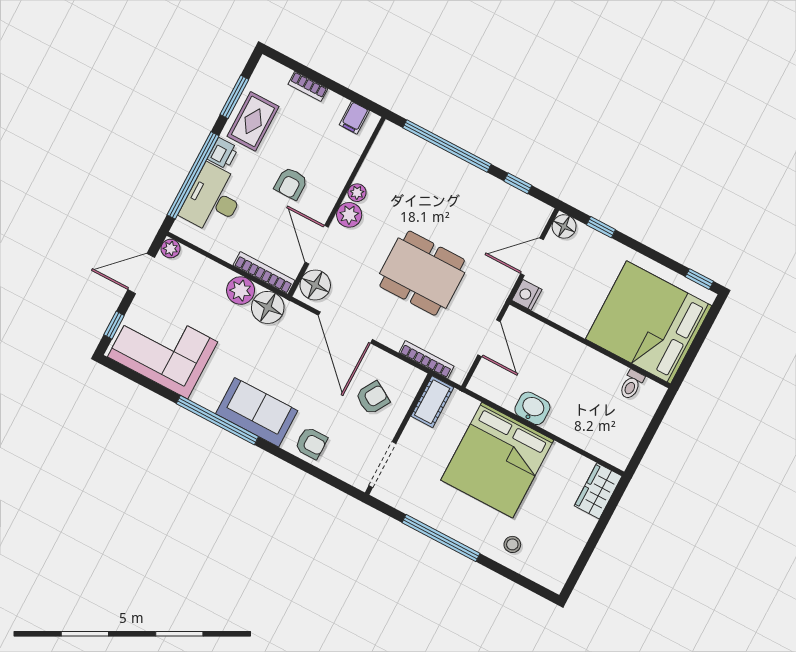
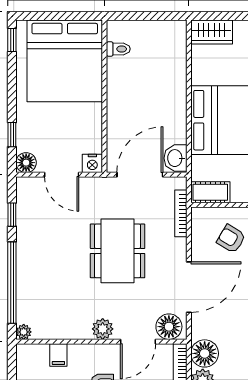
filing cabinet: (354, 118) -> (58, 355), moved, turned 90
plant: (357, 193) -> (24, 332), moved
door: (489, 338) -> (140, 175), width x1.36
washbasin: (532, 408) -> (175, 158), moved

